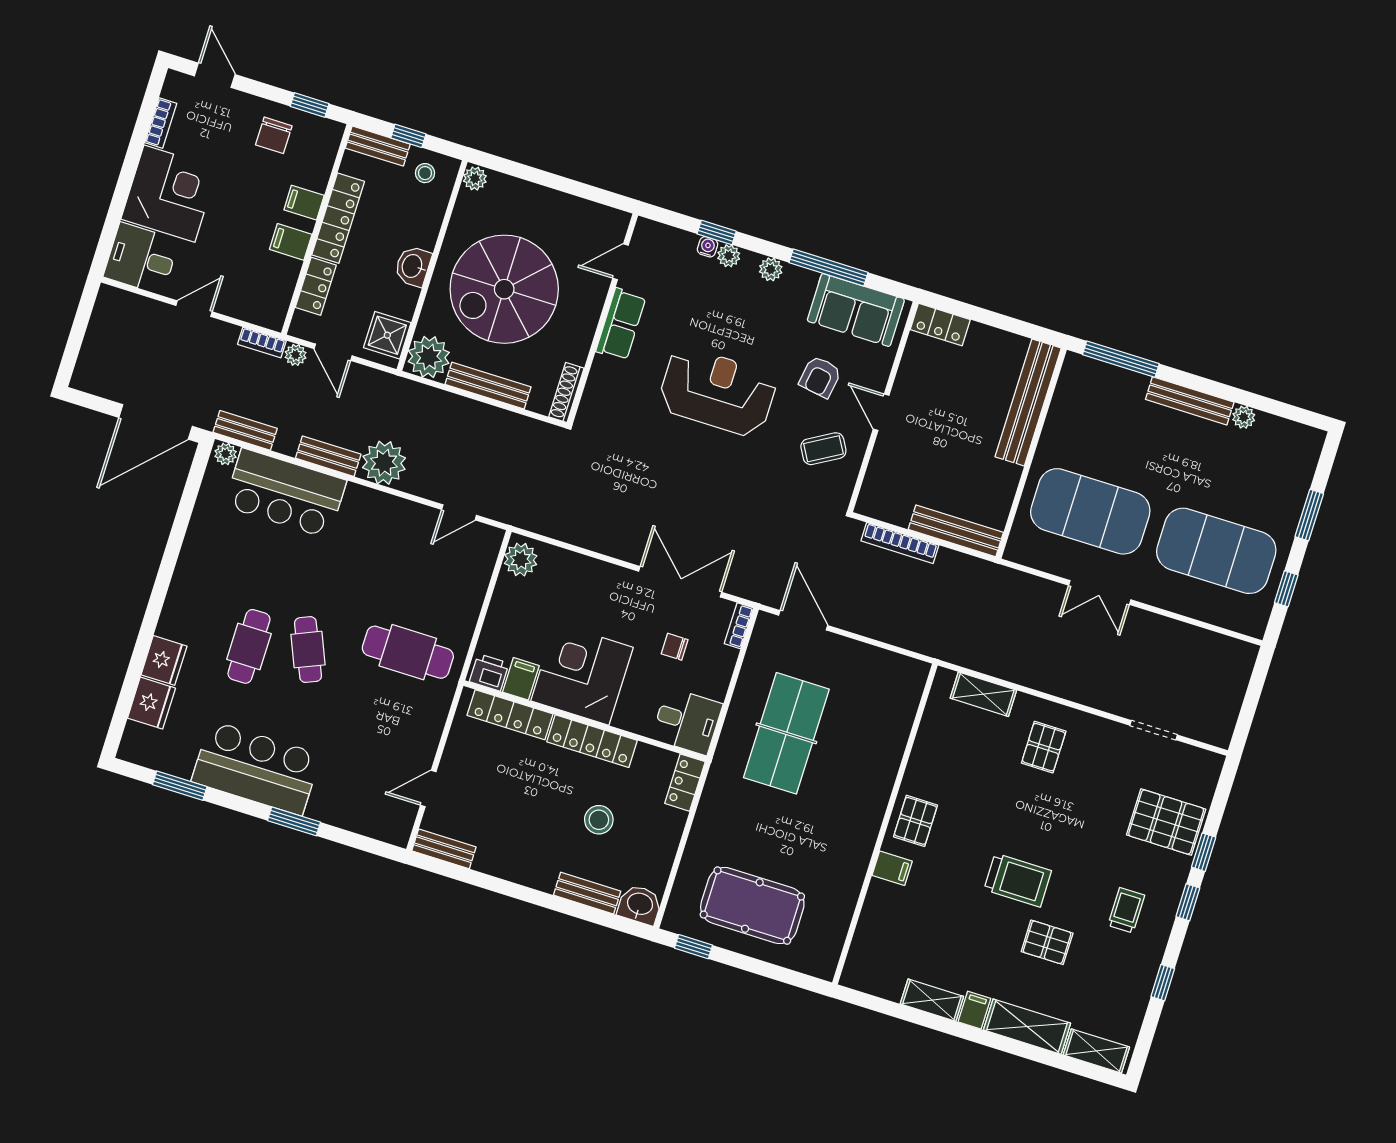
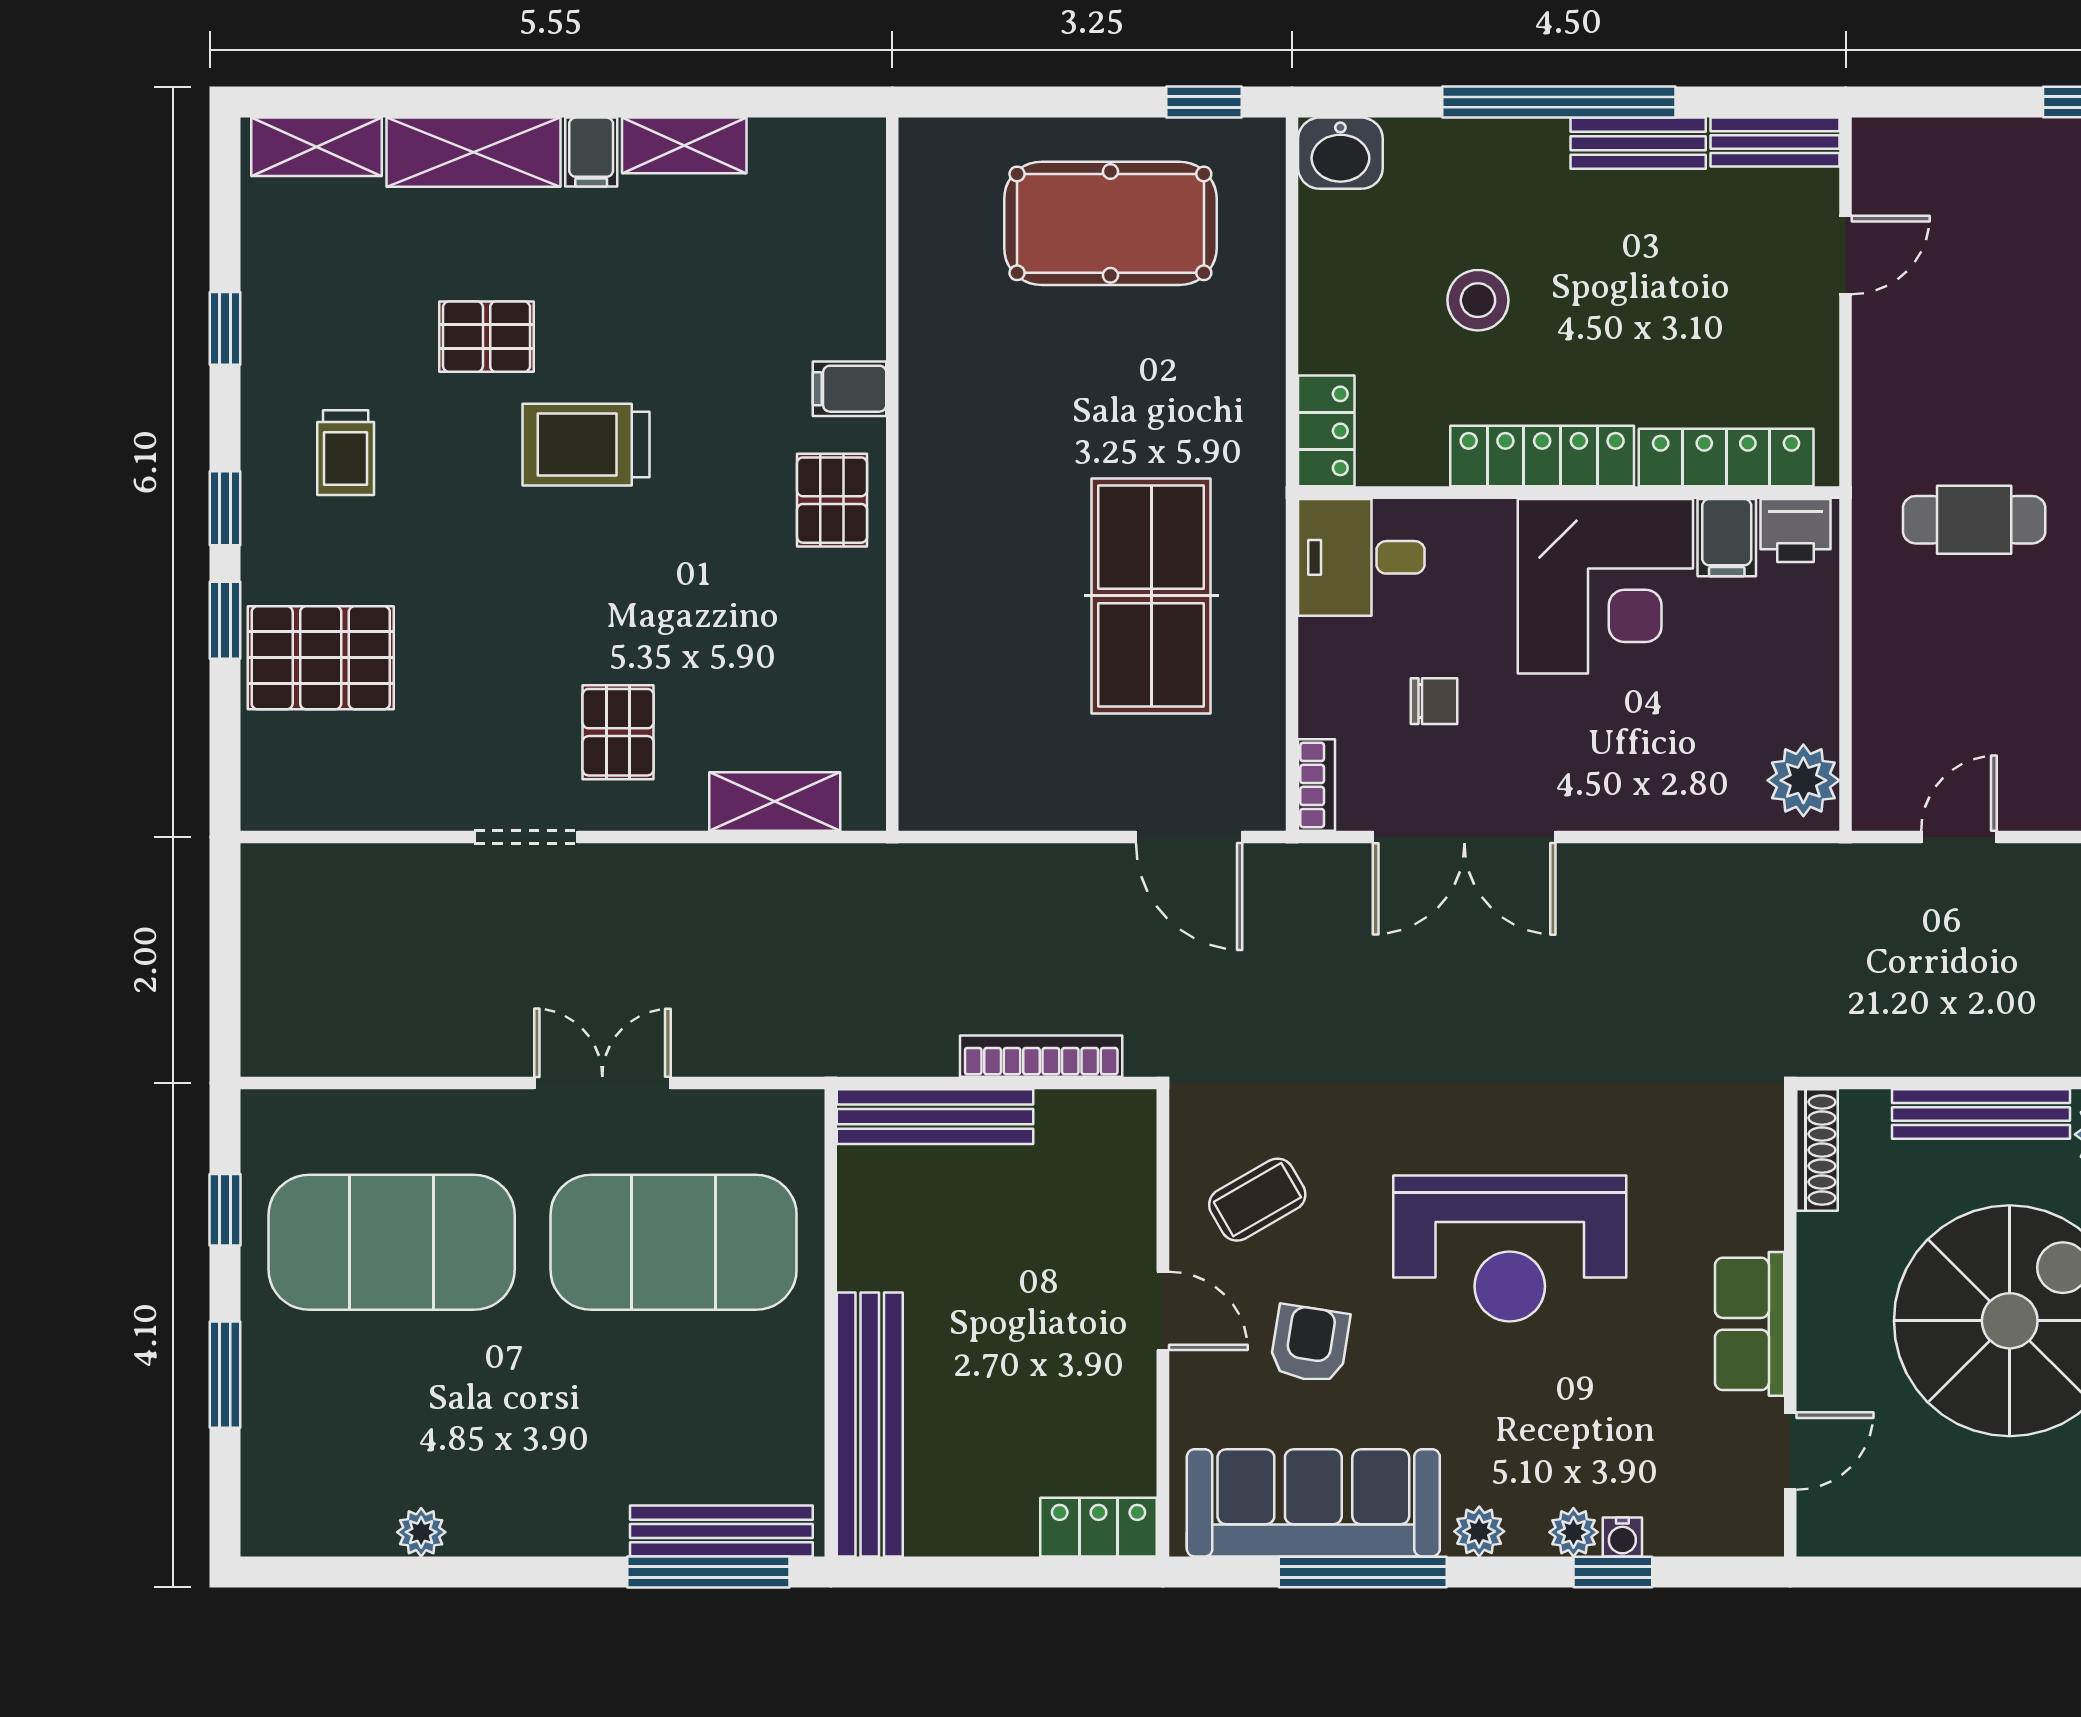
sofa: (856, 310) -> (1313, 1503), width x1.36
bench: (1190, 401) -> (721, 1531), moved
cafe table: (408, 652) -> (1974, 520), width x0.73, depth x0.74
doorway: (1154, 730) -> (526, 837), moved
bench: (587, 893) -> (1638, 143), moved
window: (535, 897) -> (1559, 102), added

